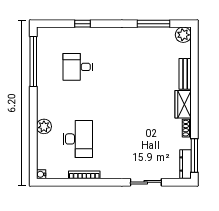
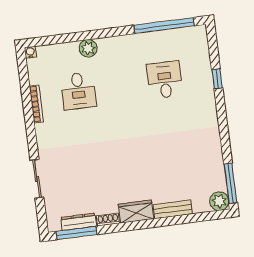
window: (153, 24) -> (231, 183), moved
desk: (78, 139) -> (78, 91), width x0.73
dresser: (185, 164) -> (79, 222), moved

